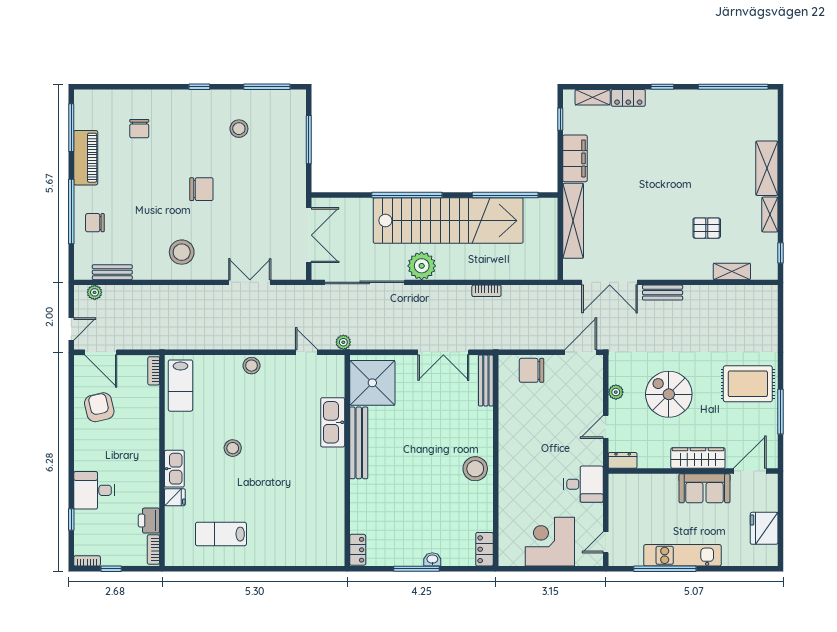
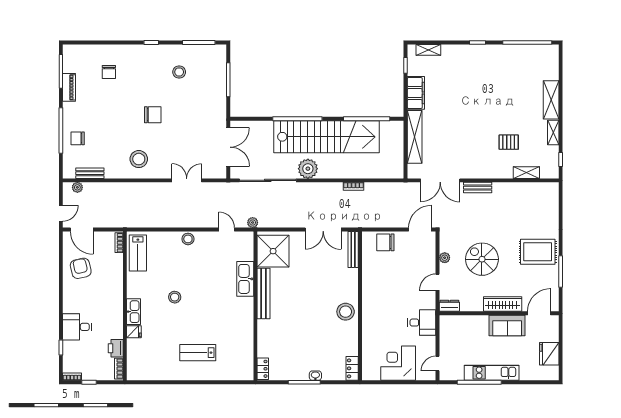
locker: (628, 98) -> (453, 50), removed
piano: (86, 158) -> (69, 87), width x0.73, depth x0.75
lab bench: (221, 534) -> (198, 353), moved

